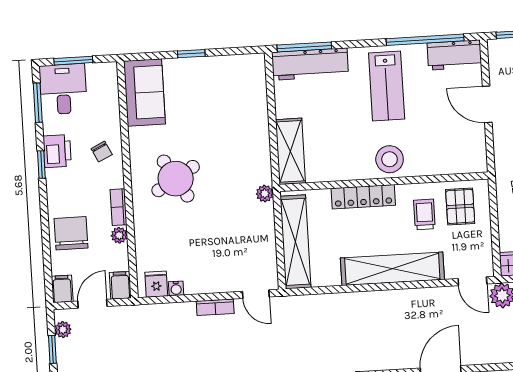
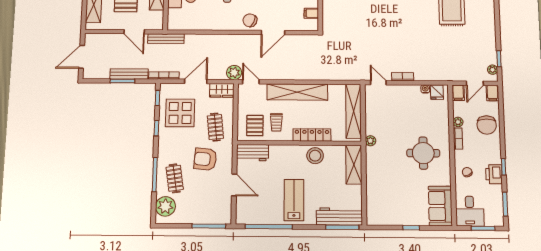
workbench: (454, 55) -> (253, 153), moved, turned 180
desk: (63, 89) -> (470, 211), moved
stool: (390, 159) -> (315, 156), moved
round table: (176, 179) -> (423, 153), turned 31

